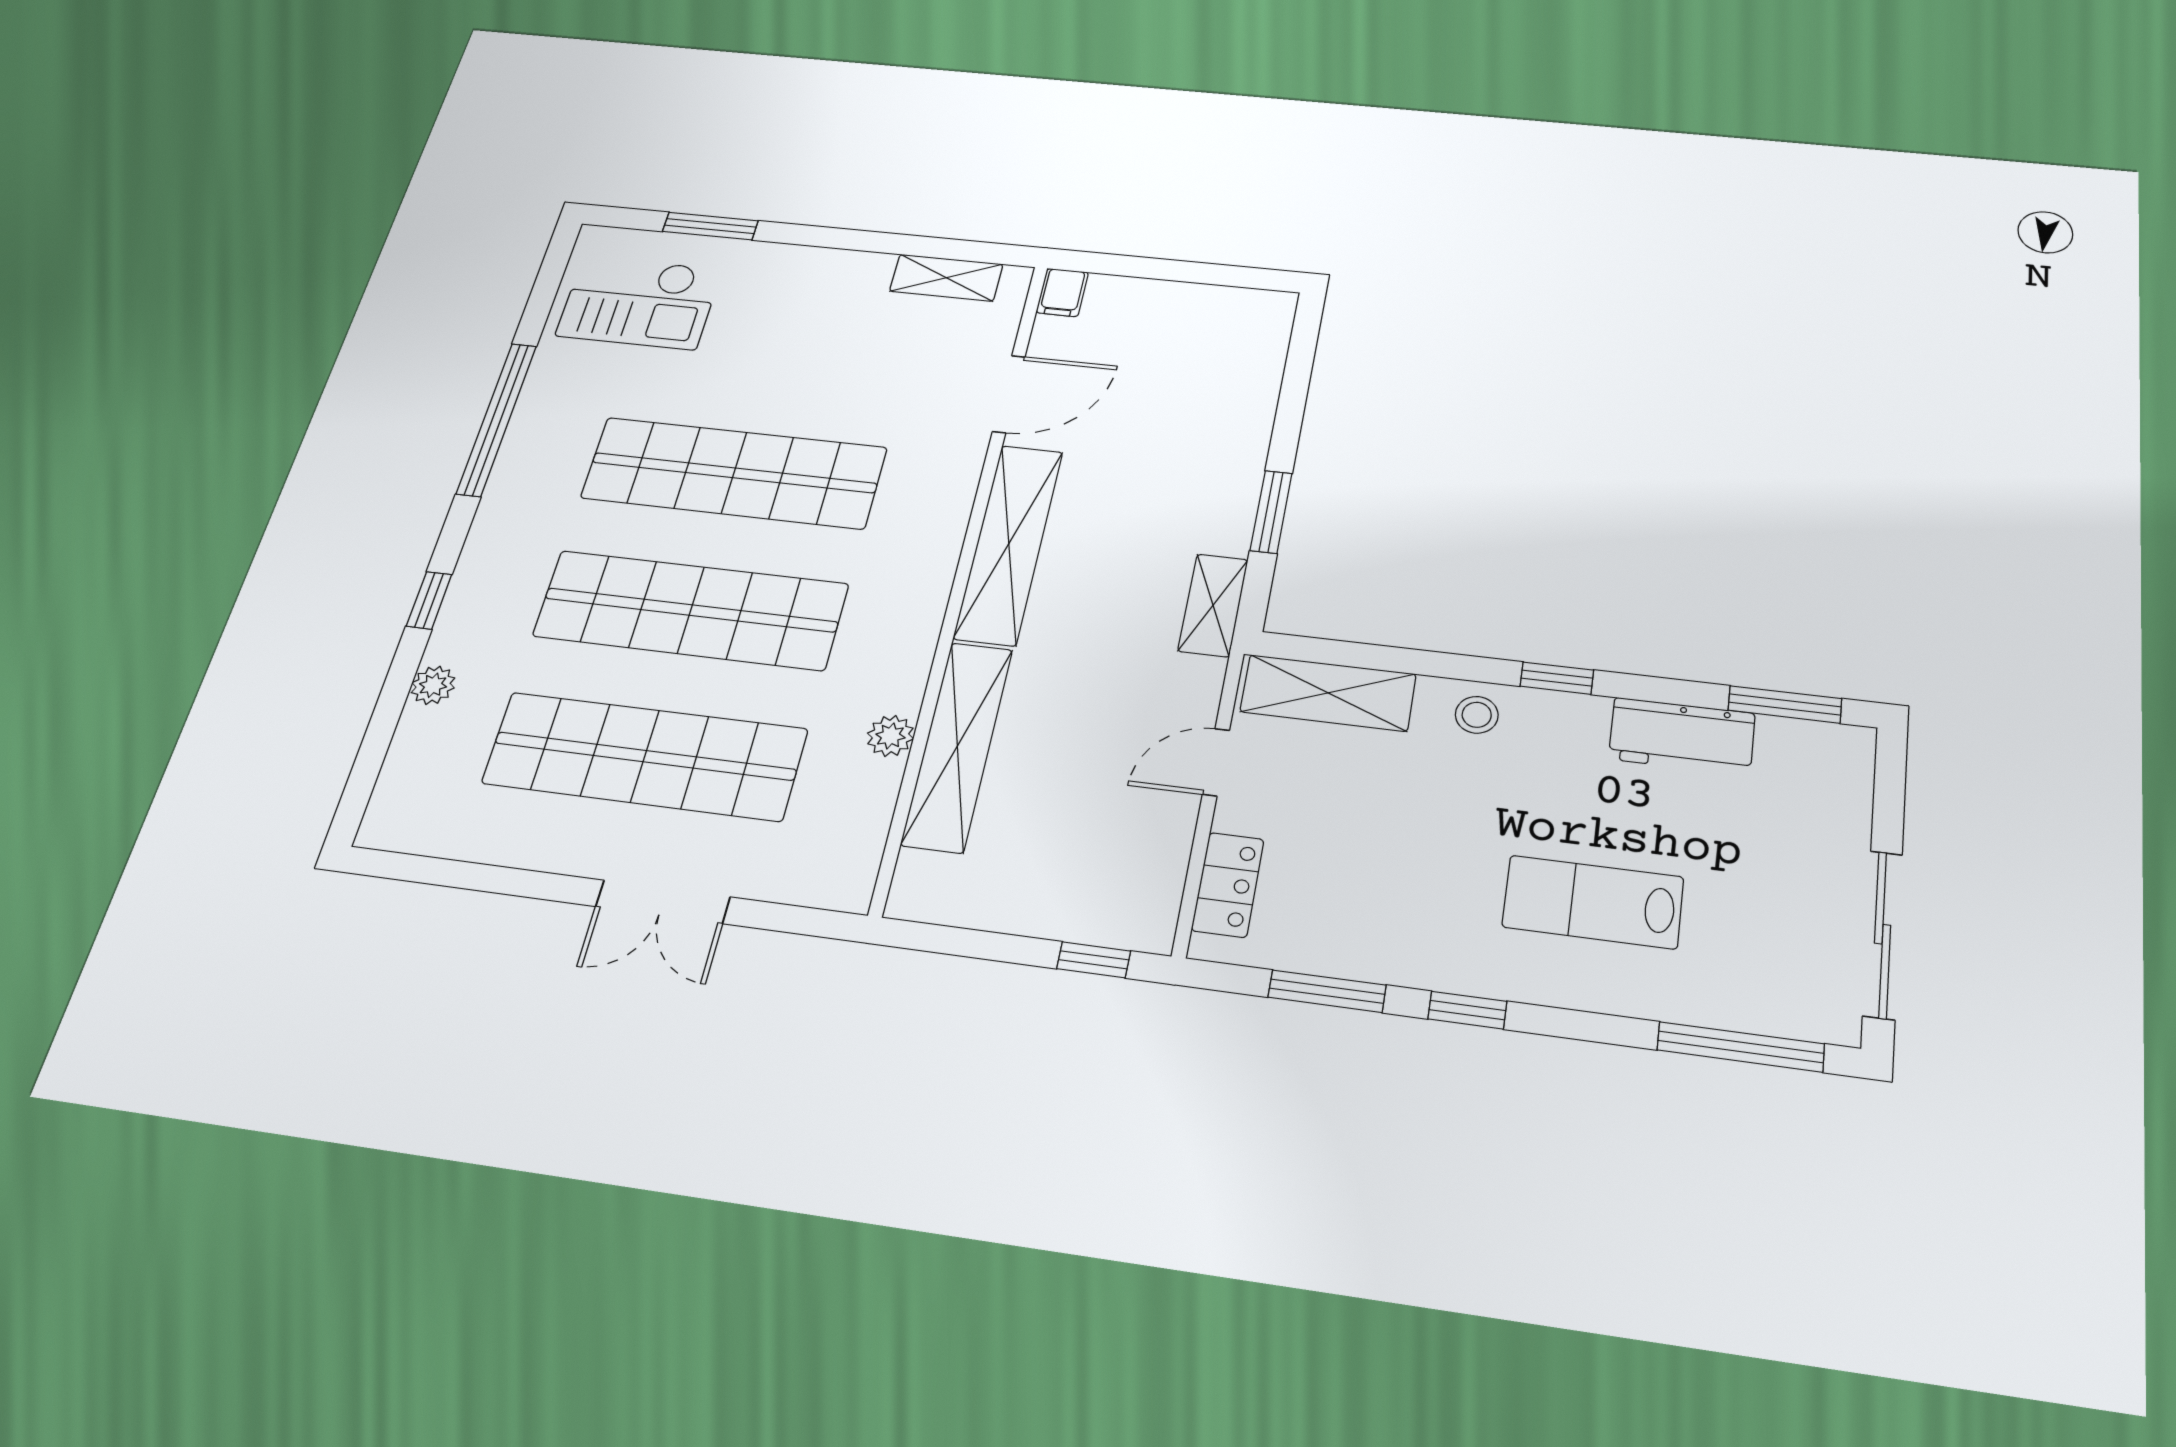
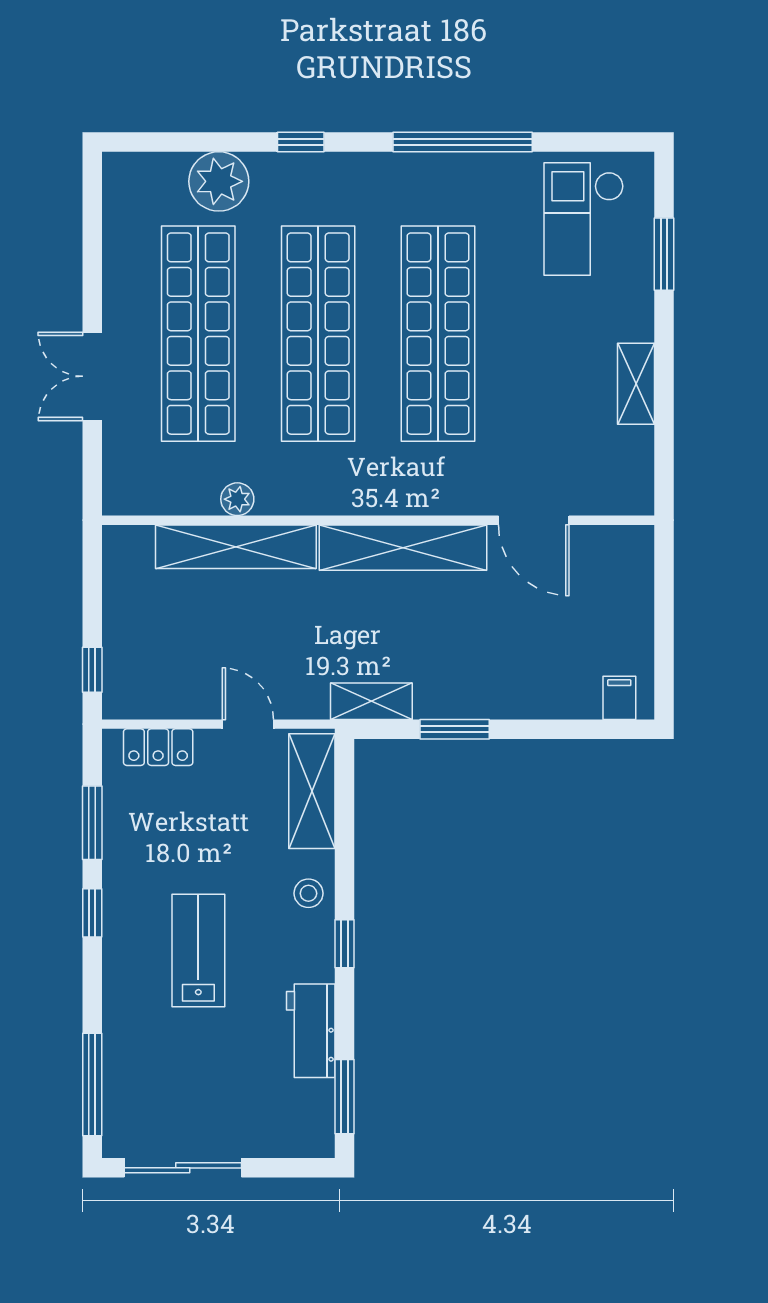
shelving: (946, 278) -> (636, 384), moved
filing cabinet: (1062, 292) -> (619, 698), moved, turned 90
plant: (433, 685) -> (219, 181), width x1.87, depth x1.87
lab bench: (1593, 902) -> (198, 950), moved

